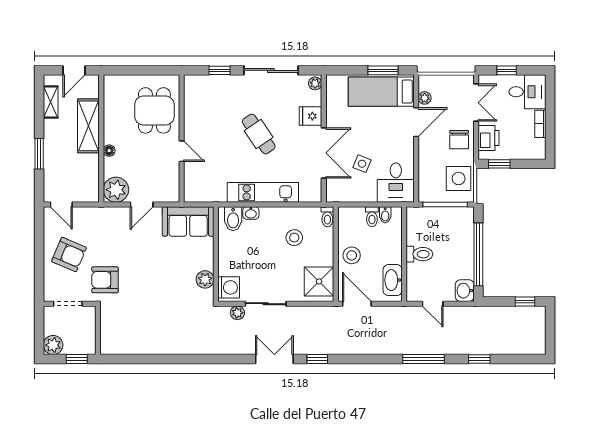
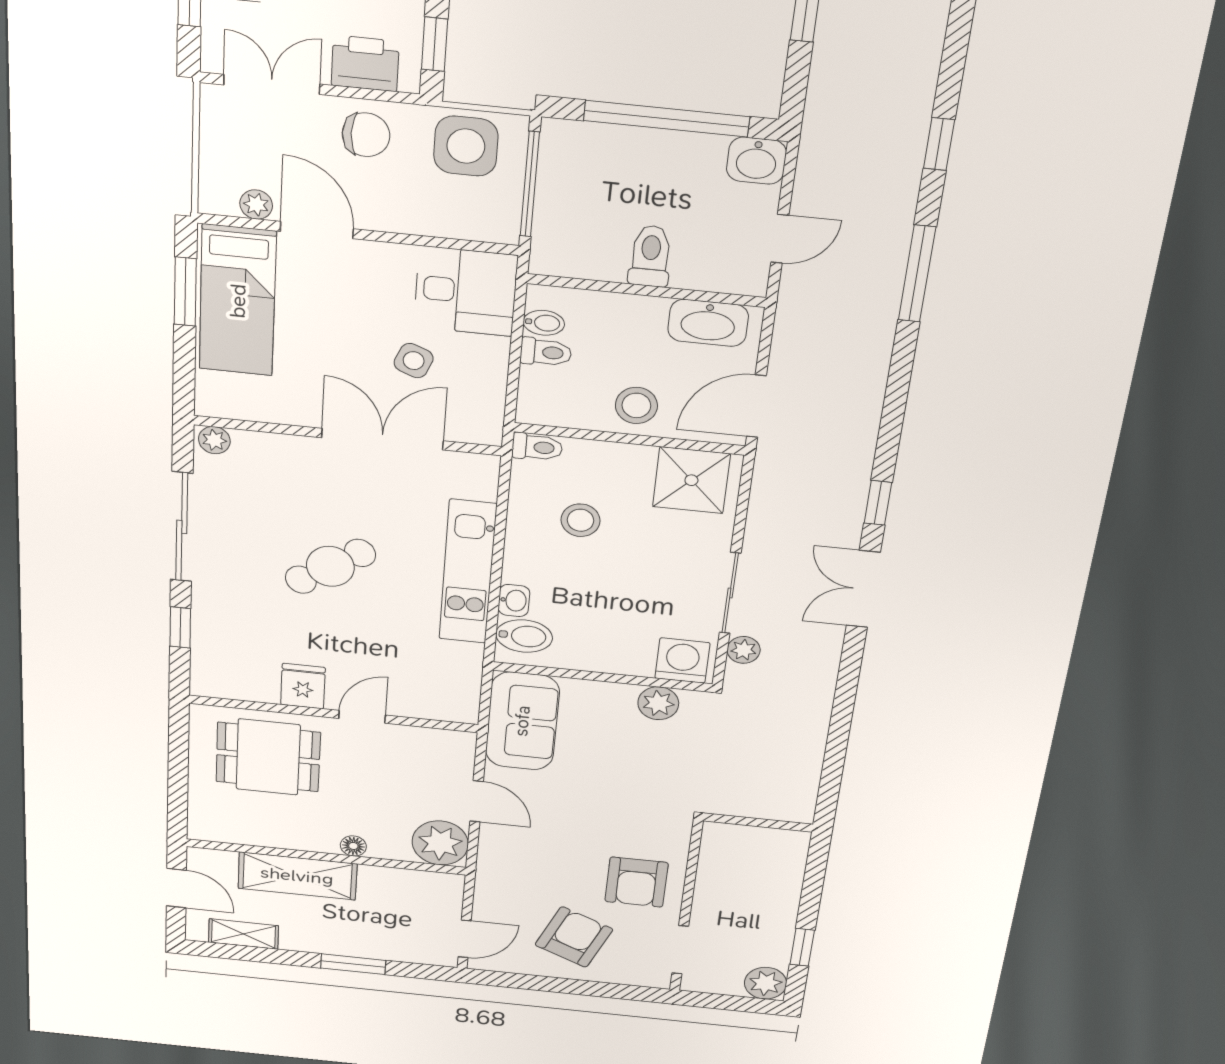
fridge: (310, 116) -> (303, 686), moved, turned 180
wall: (98, 330) -> (758, 823), moved

